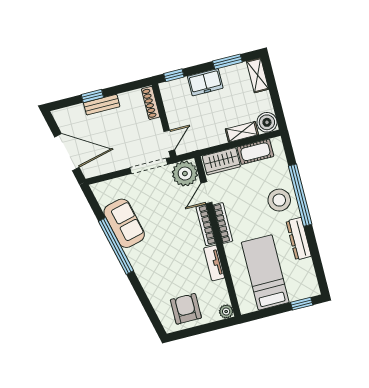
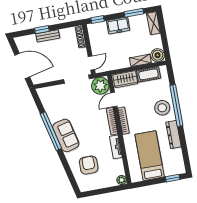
sofa: (124, 223) -> (66, 135), moved
armchair: (186, 309) -> (89, 165), moved

